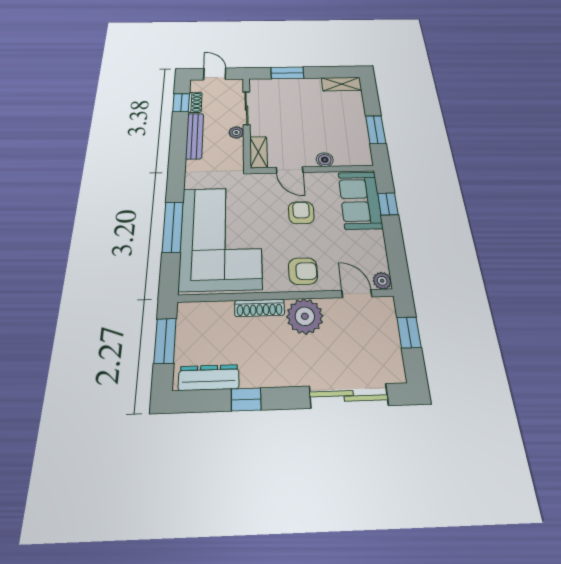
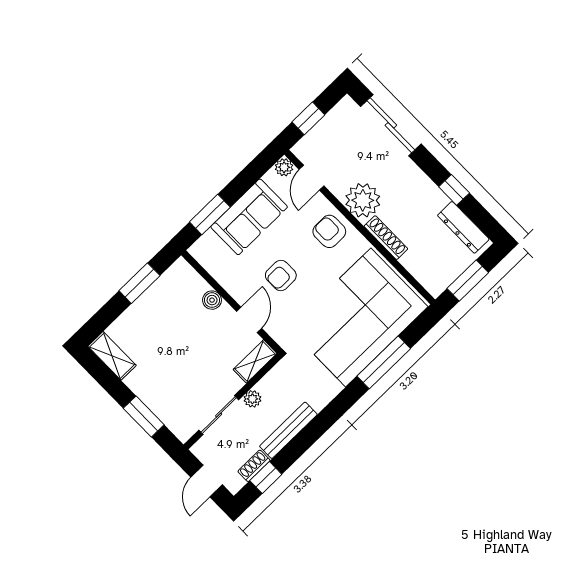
sofa: (360, 200) -> (249, 217), moved
window: (388, 204) -> (210, 215), width x1.50

